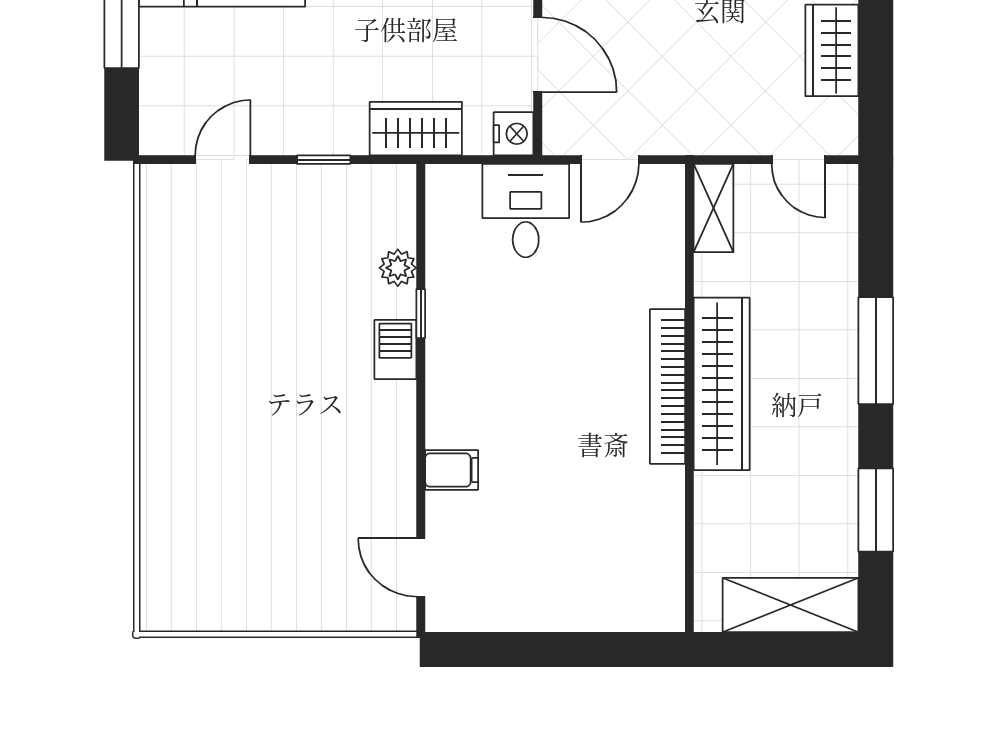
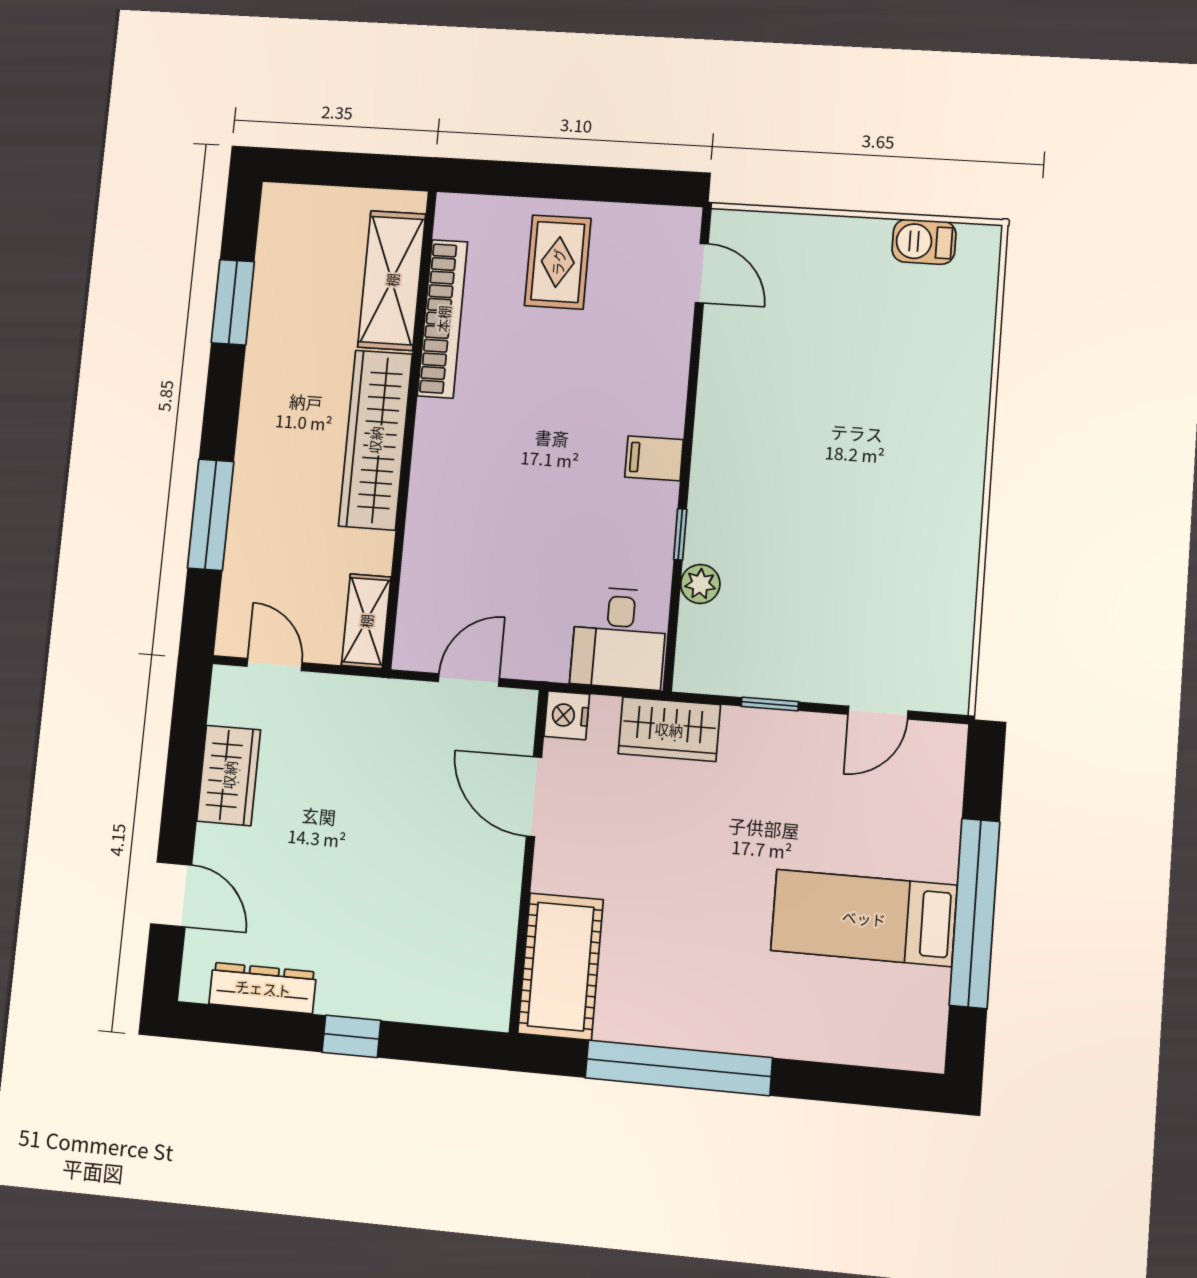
desk: (526, 211) -> (619, 638), moved
barbecue: (395, 349) -> (924, 242), moved, turned 90
window: (876, 351) -> (211, 515), moved
bookcase: (668, 387) -> (443, 319), moved
filing cabinet: (452, 470) -> (654, 458), moved
rug: (560, 570) -> (558, 262), added
shelving: (791, 605) -> (392, 280), moved, turned 90

